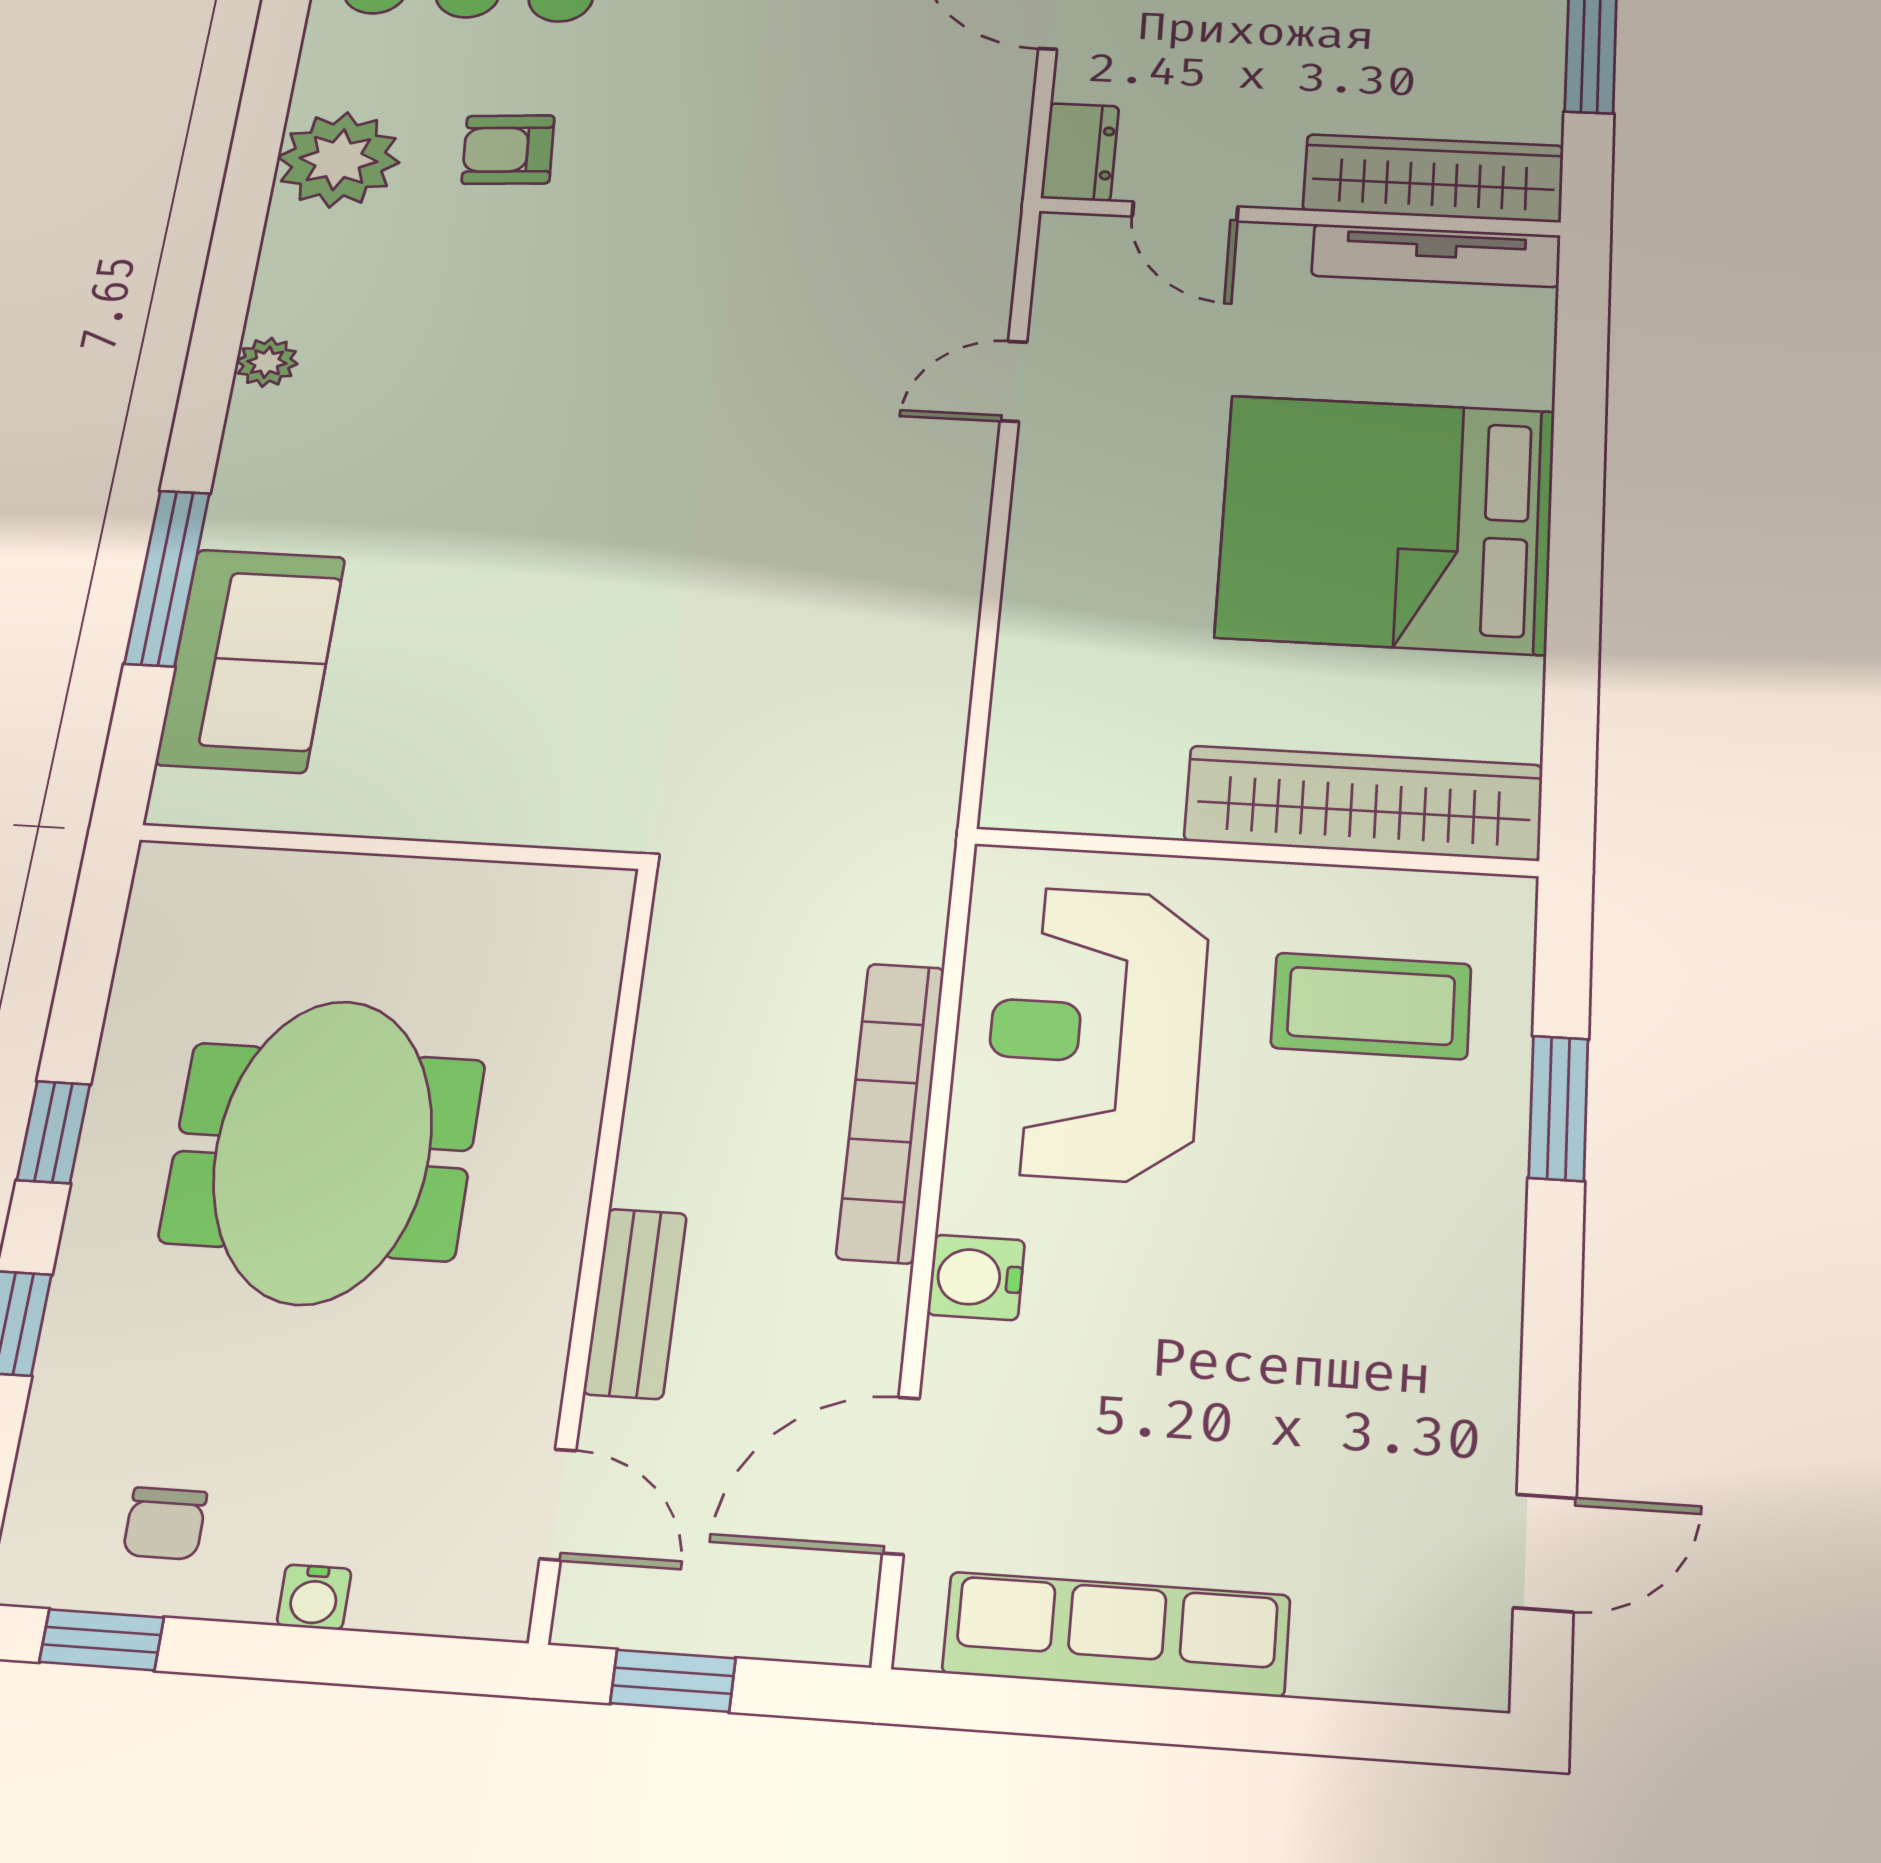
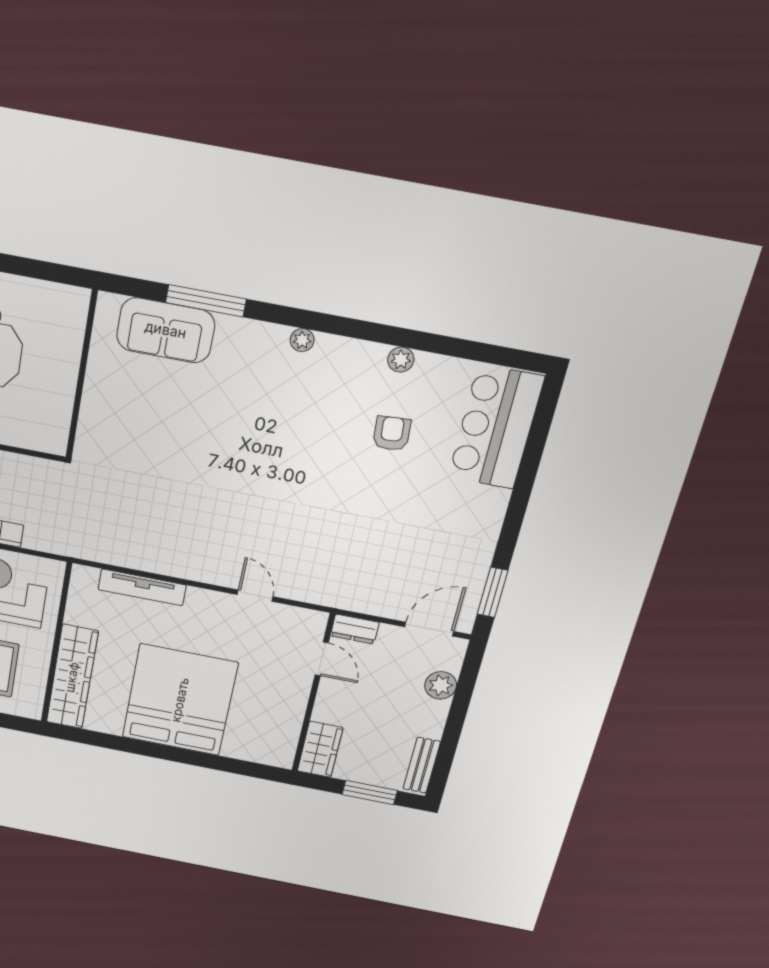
plant: (338, 160) -> (401, 360), width x0.53, depth x0.53
wardrobe: (1433, 178) -> (320, 749), width x0.67
door: (1185, 211) -> (322, 659), swing flipped
tv unit: (1436, 255) -> (142, 587), moved, turned -90

